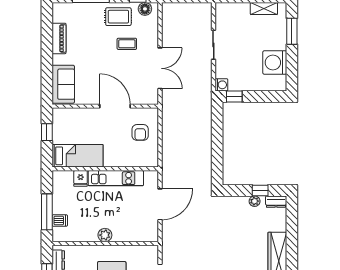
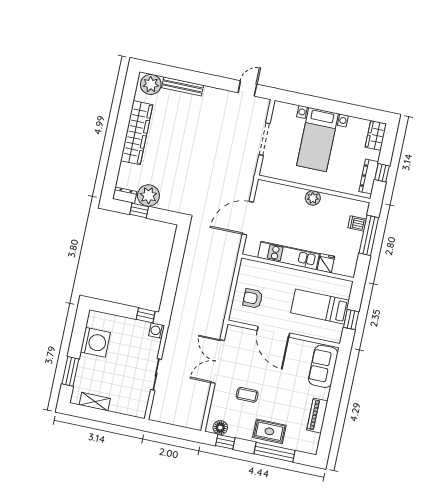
rug: (118, 17) -> (269, 431), moved
armchair: (140, 132) -> (253, 298), turned -90
bed: (78, 156) -> (320, 307), moved
plant: (255, 201) -> (148, 196), width x1.88, depth x1.88

